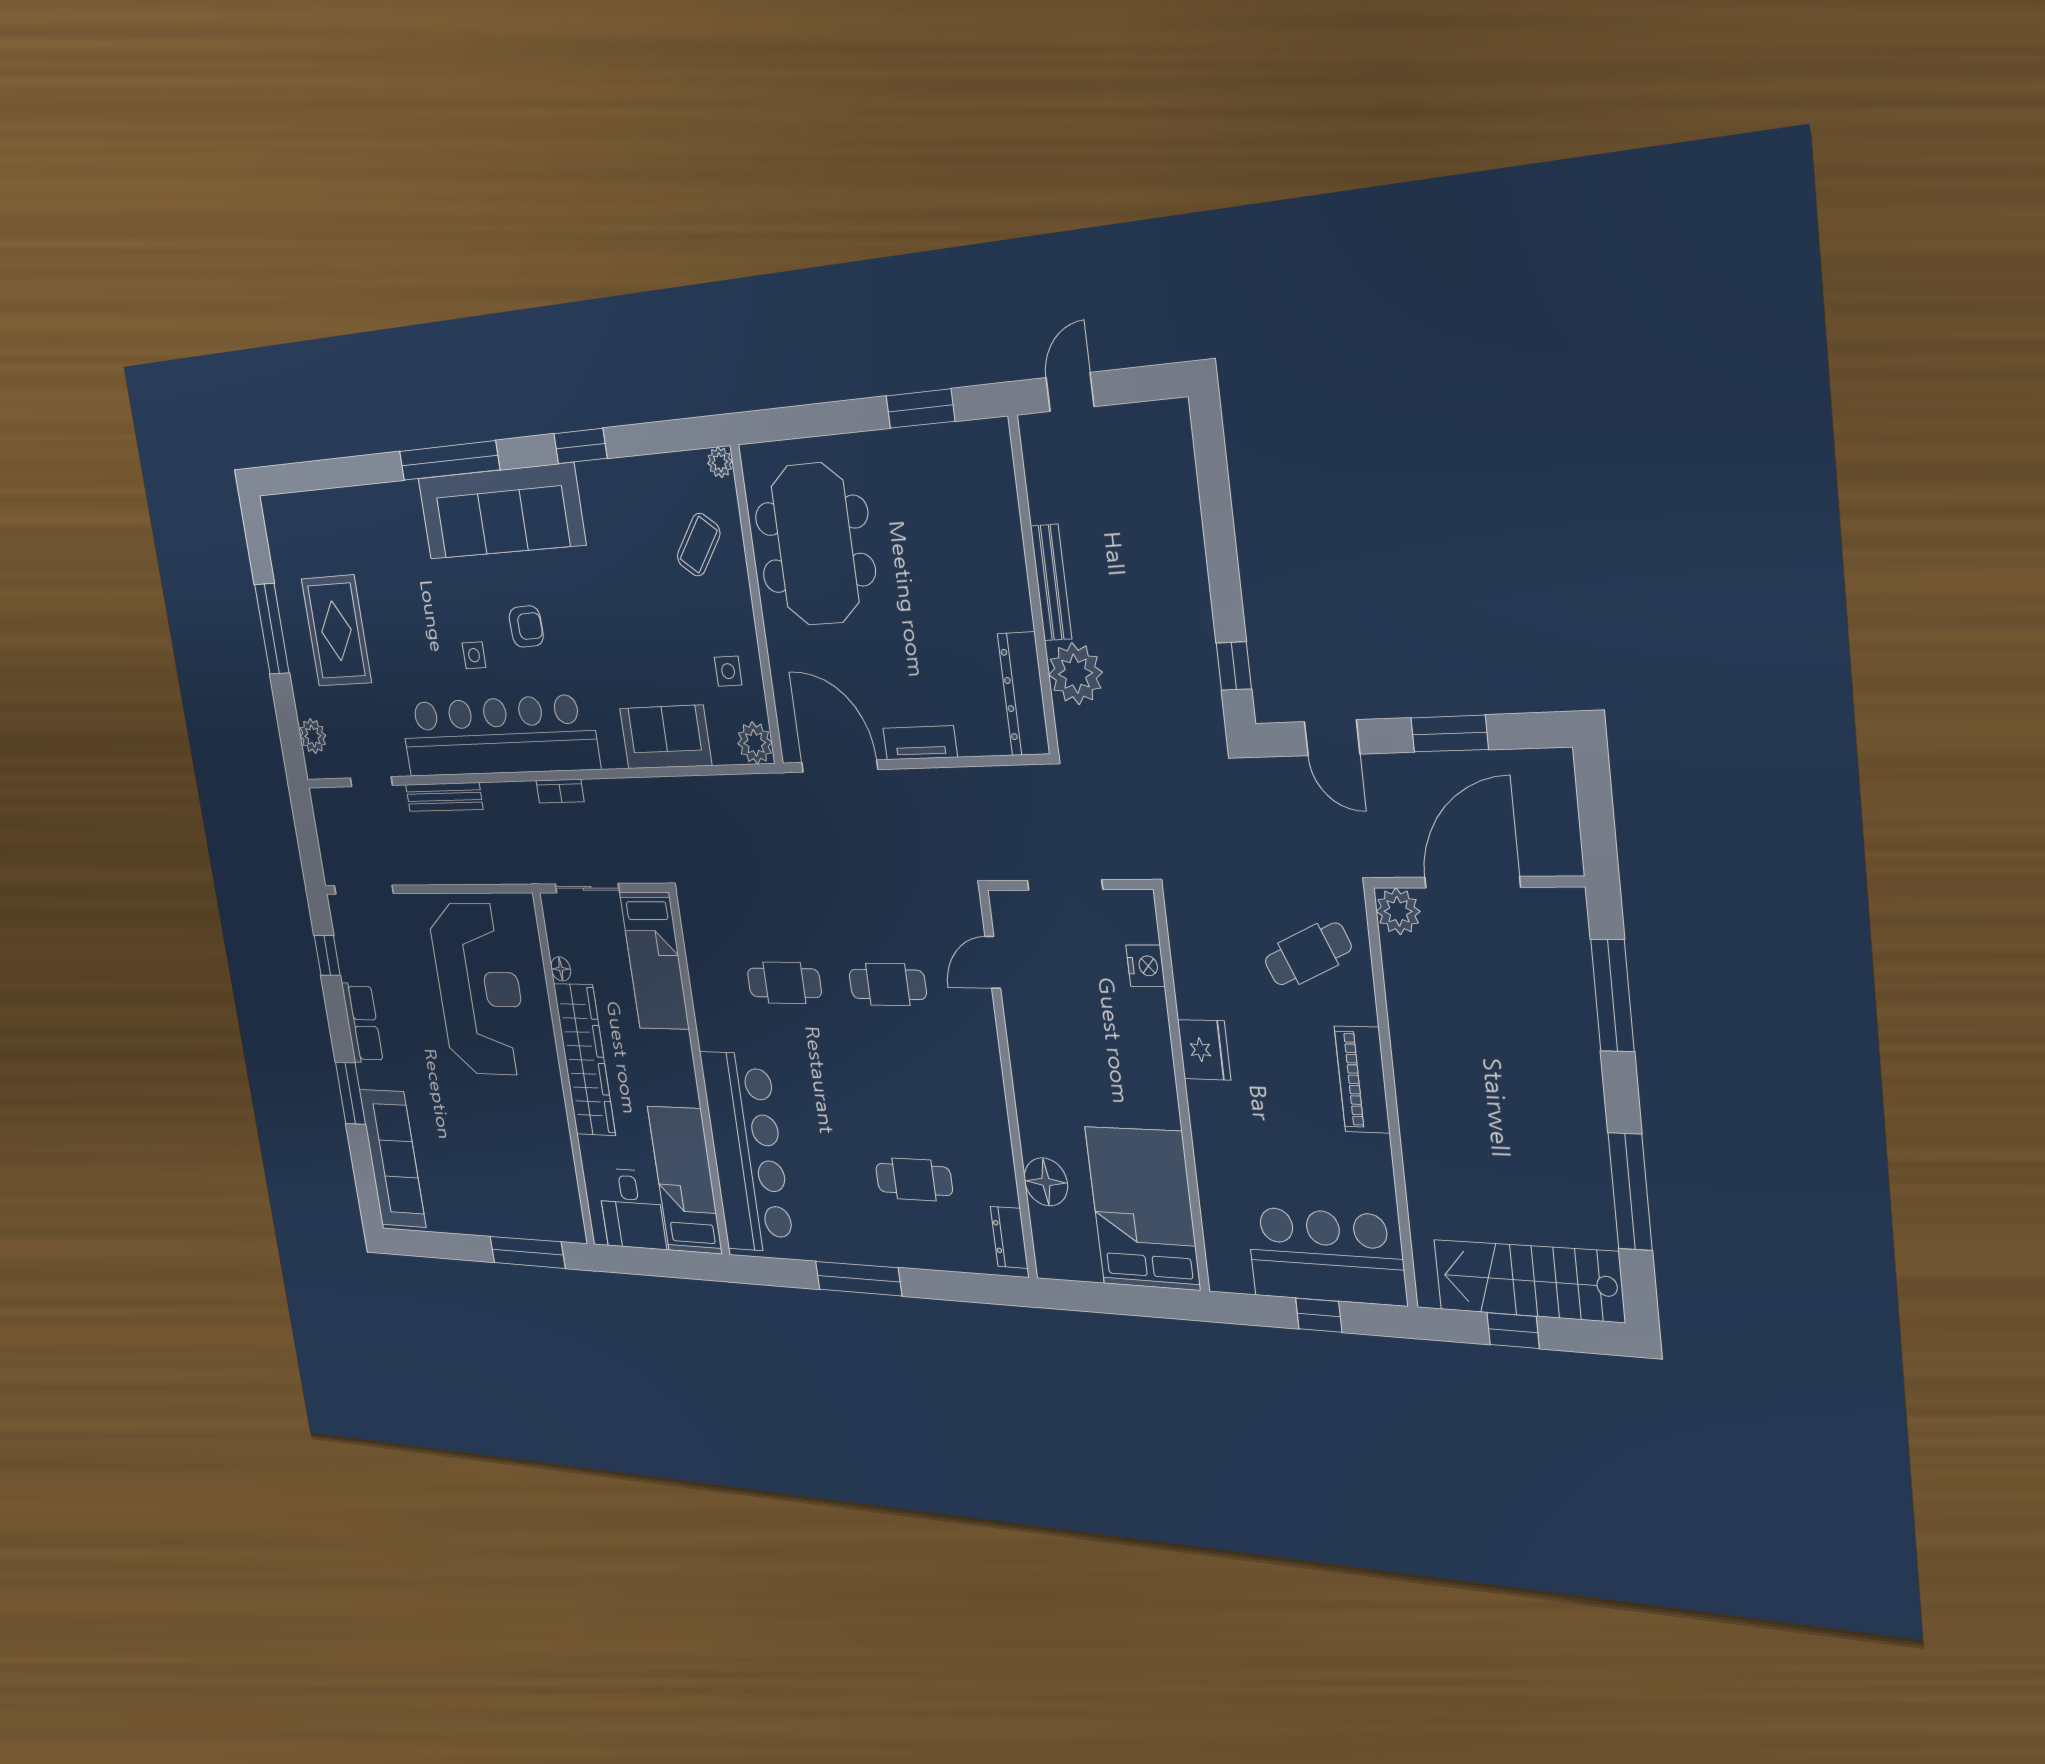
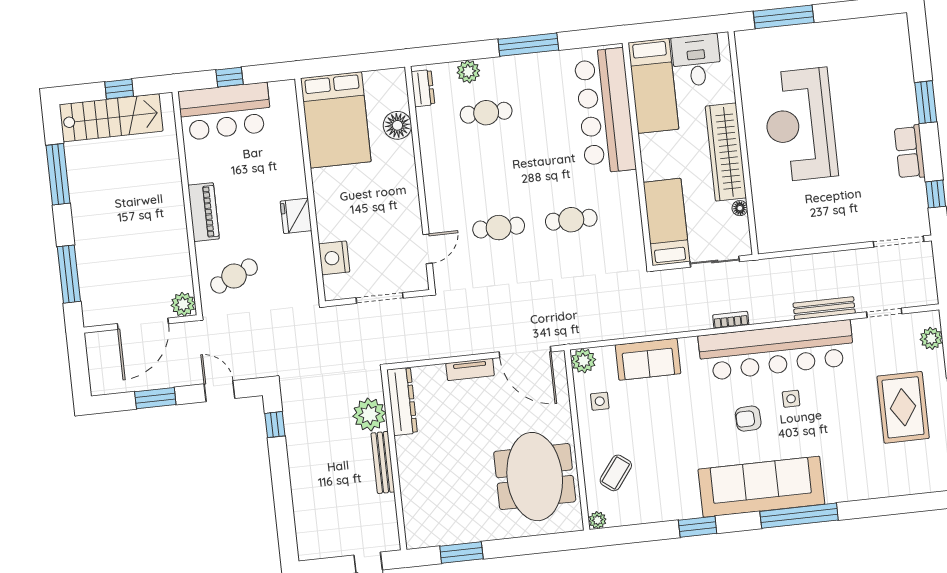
nightstand: (1145, 966) -> (334, 258), width x1.36, depth x1.33
reception desk: (479, 989) -> (800, 125), moved
sofa: (393, 1158) -> (893, 62), removed
plant: (943, 1252) -> (468, 72), added

